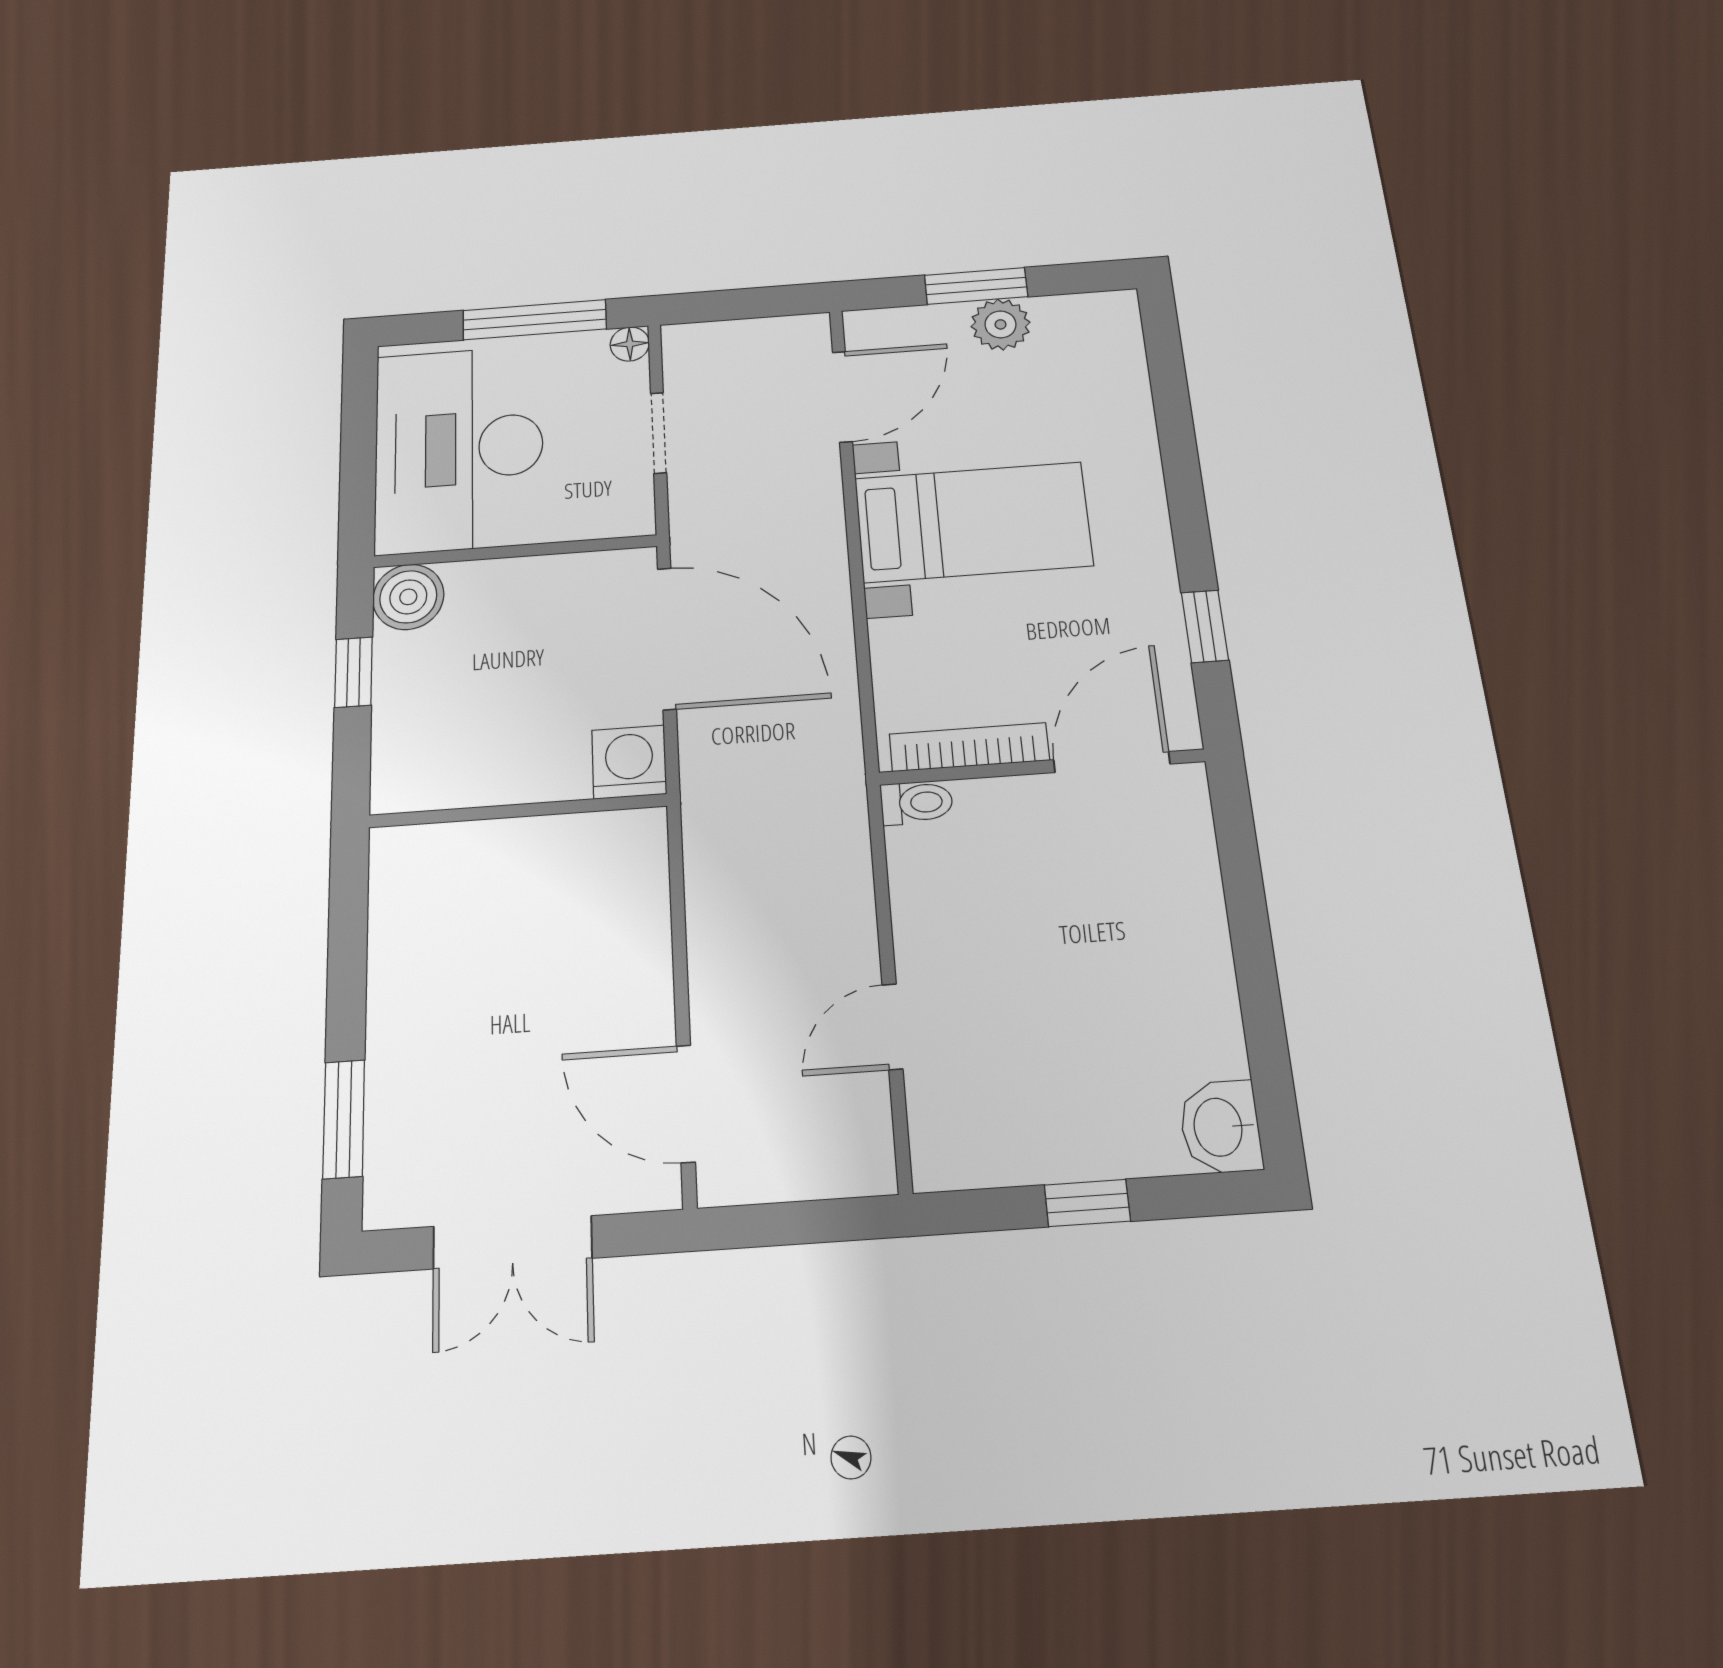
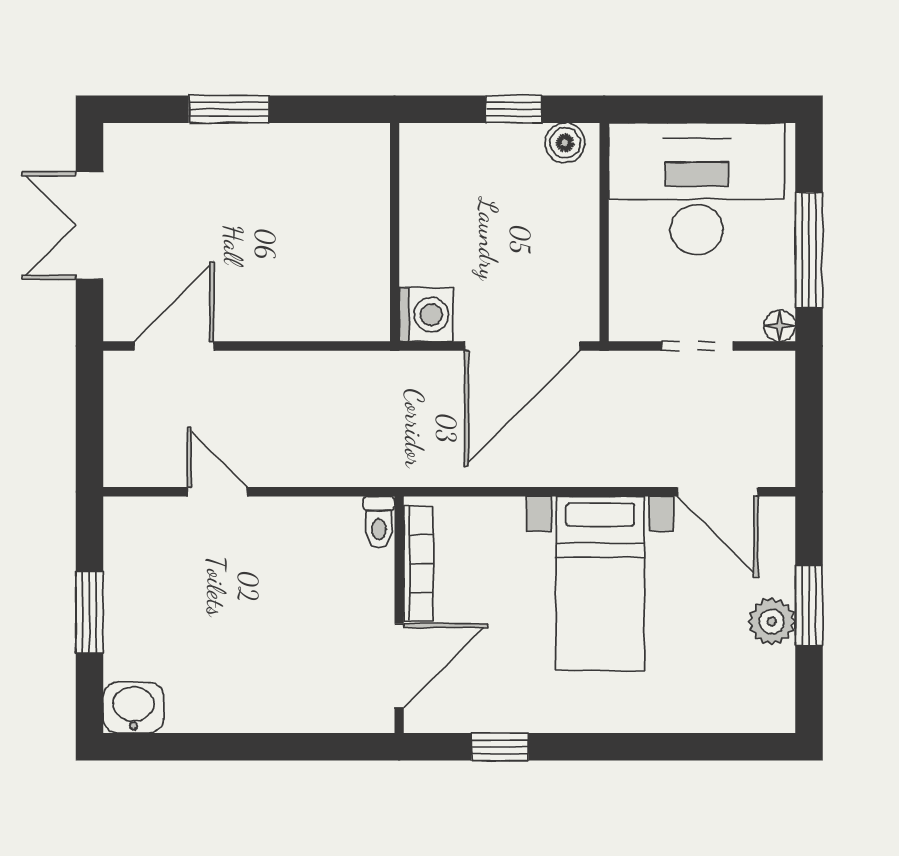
boiler: (408, 597) -> (565, 143), width x0.73, depth x0.73
door: (1112, 762) -> (399, 666), hinge flipped
window: (344, 1119) -> (229, 109), moved
window: (1087, 1203) -> (89, 612), width x1.50

